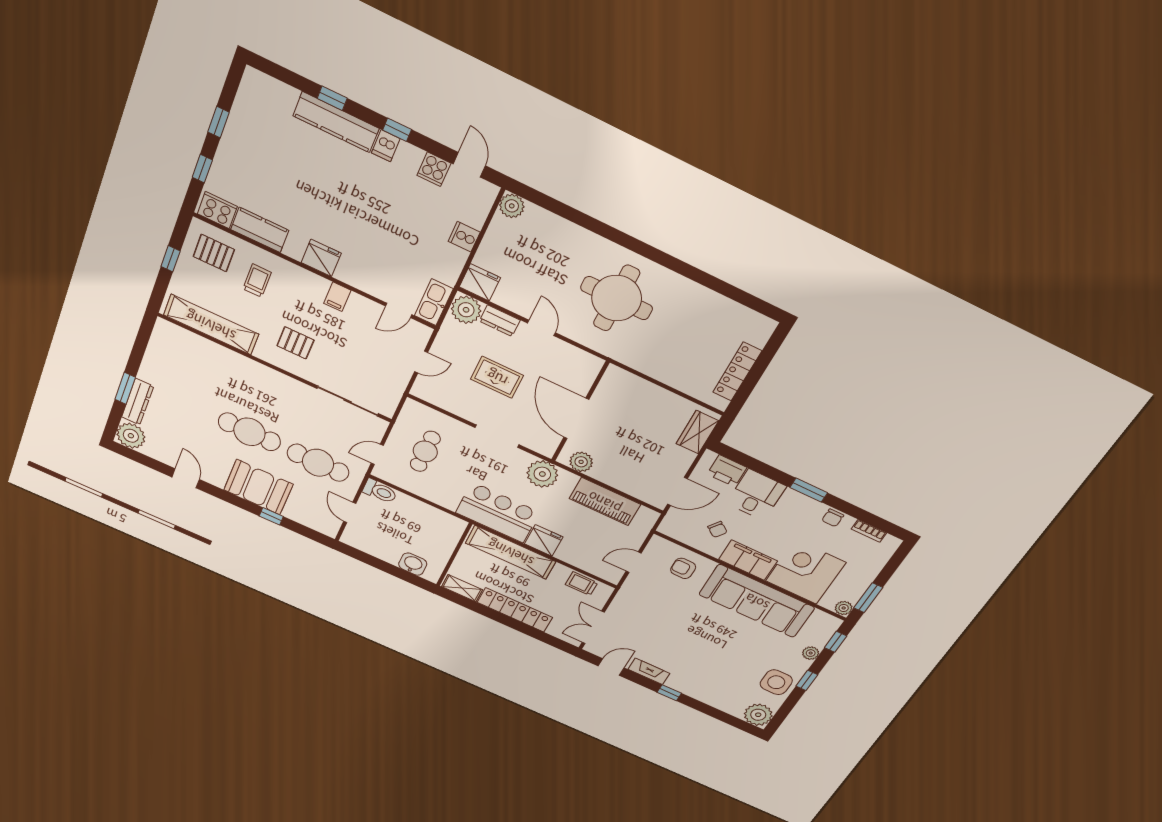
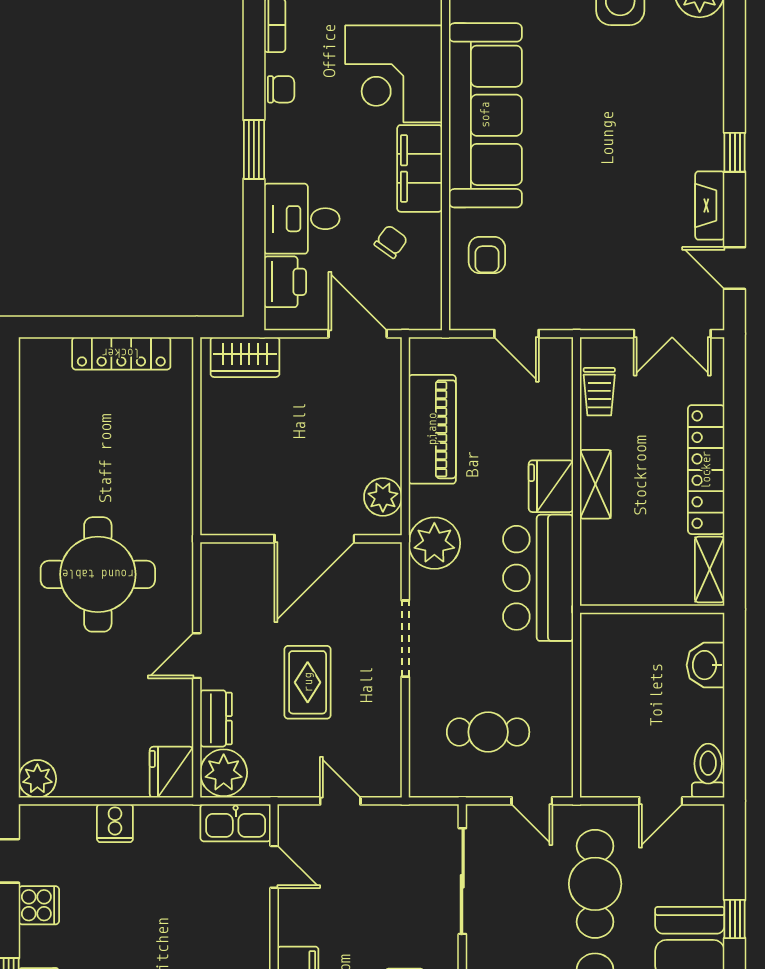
toilet: (380, 491) -> (708, 771), moved
shelving: (511, 552) -> (595, 484), width x0.45, depth x0.75

